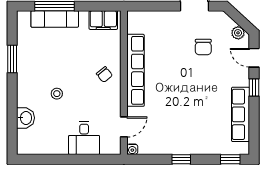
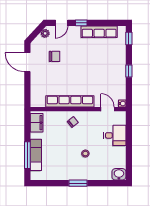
window: (12, 59) -> (78, 183), moved
washbasin: (25, 118) -> (119, 174), moved

